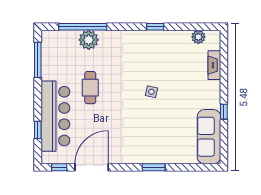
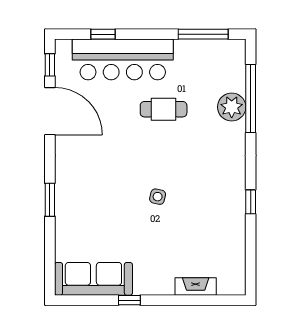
plant: (198, 37) -> (236, 264), removed

